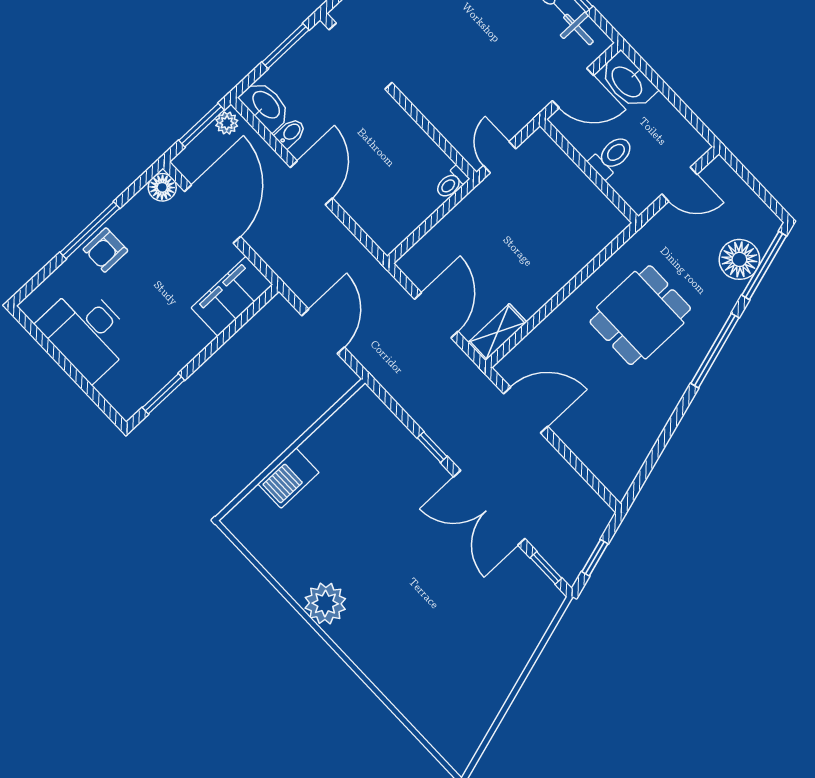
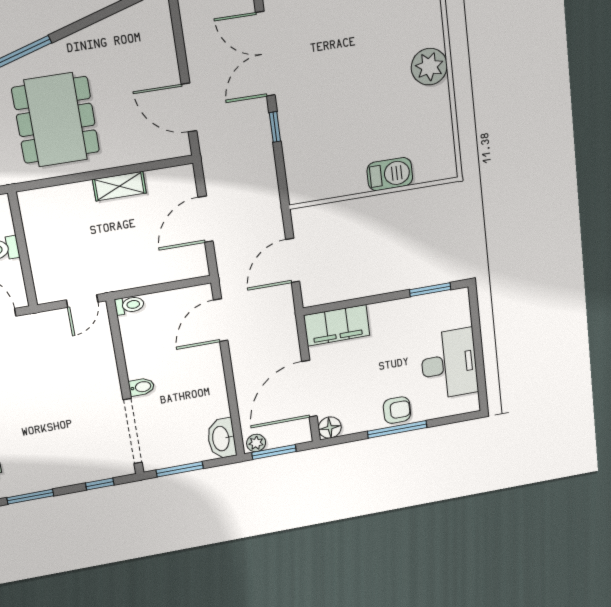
bidet: (290, 133) -> (141, 387), moved, turned 180
door: (311, 183) -> (221, 320), moved
dining table: (640, 315) -> (56, 120), width x1.38
shelving: (497, 332) -> (119, 186), moved
double door: (489, 508) -> (265, 54), swing flipped

